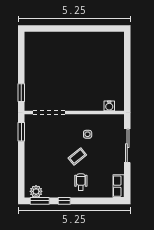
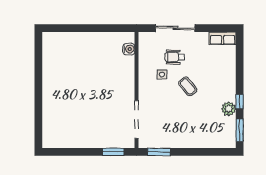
wheelchair: (81, 182) -> (175, 57), moved
plant: (36, 191) -> (229, 109), moved

